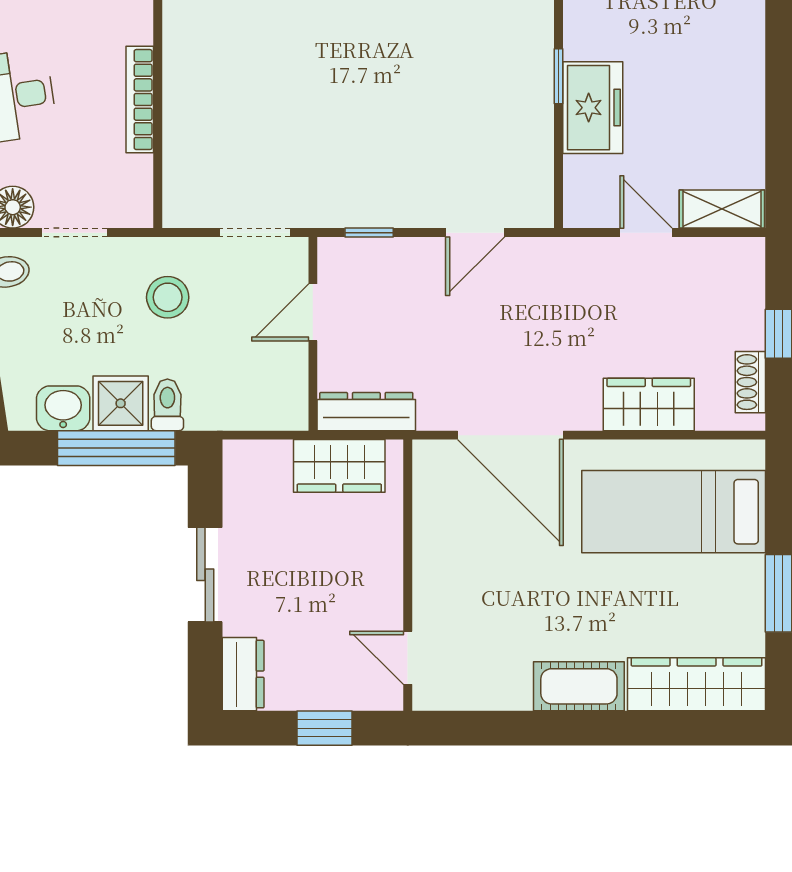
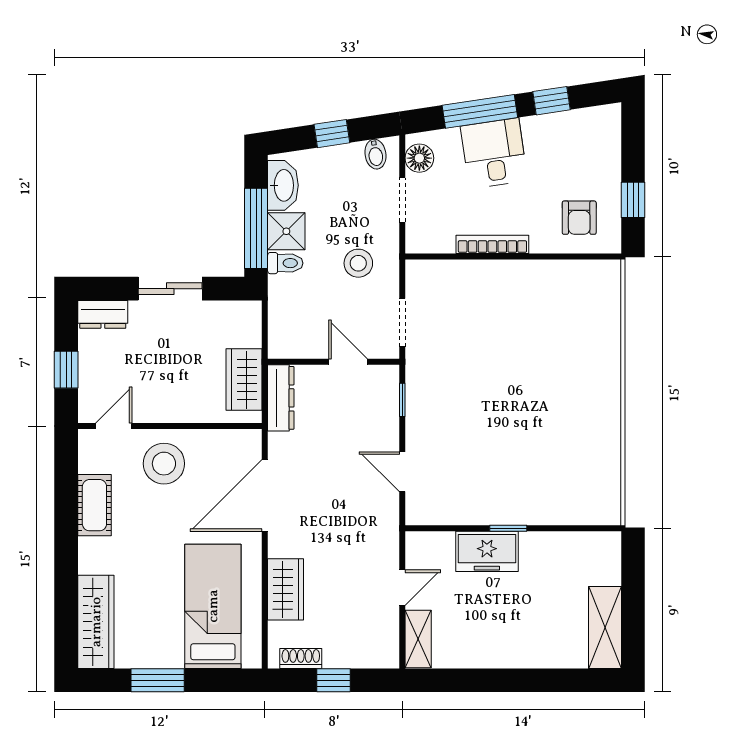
washbasin: (63, 408) -> (283, 185), width x1.38
stool: (463, 584) -> (164, 464), added
cot: (579, 686) -> (94, 505), moved

